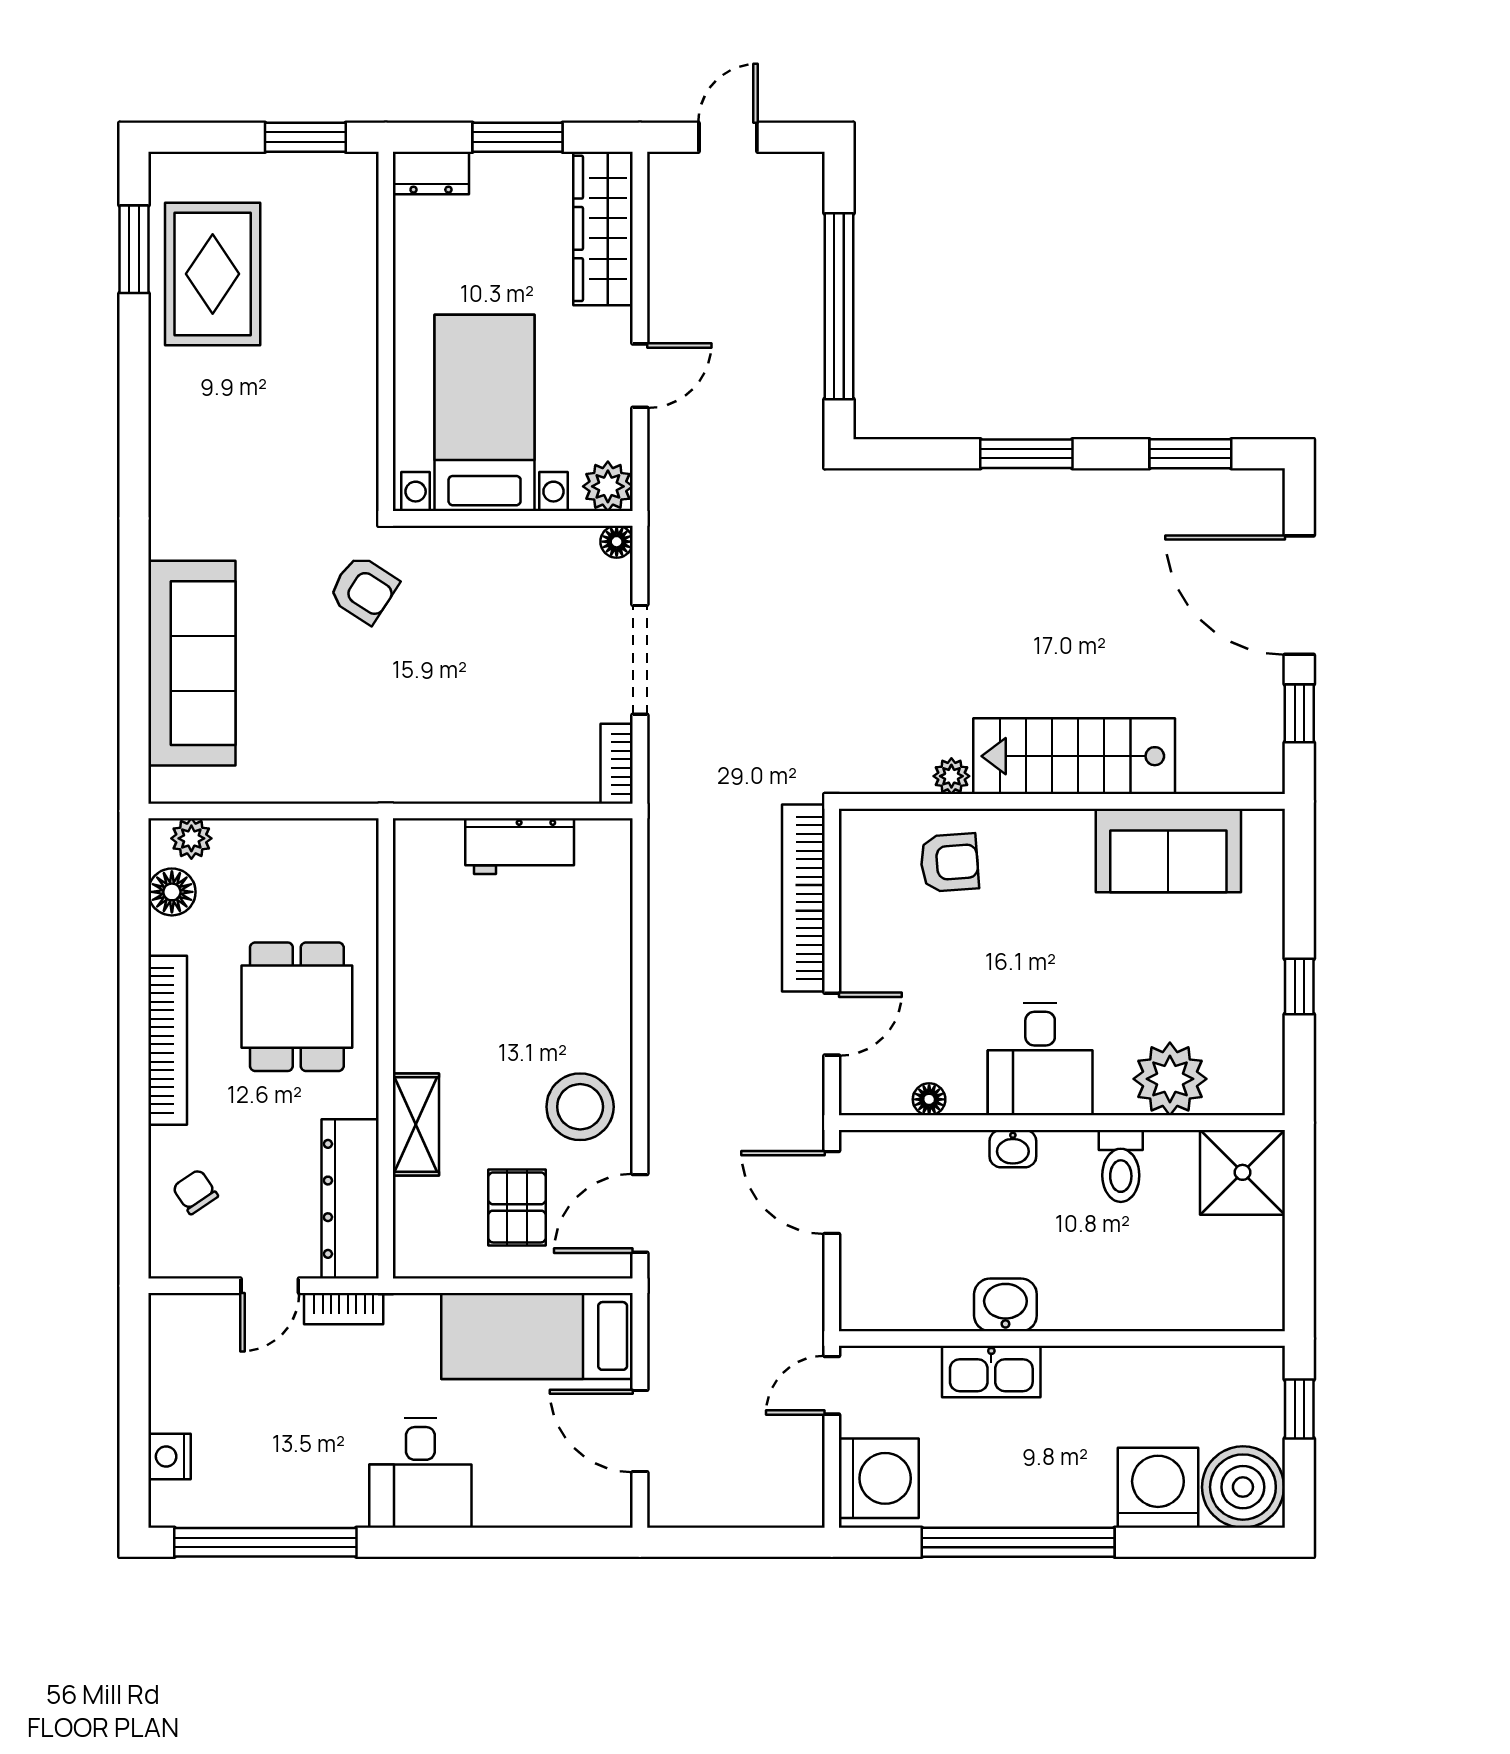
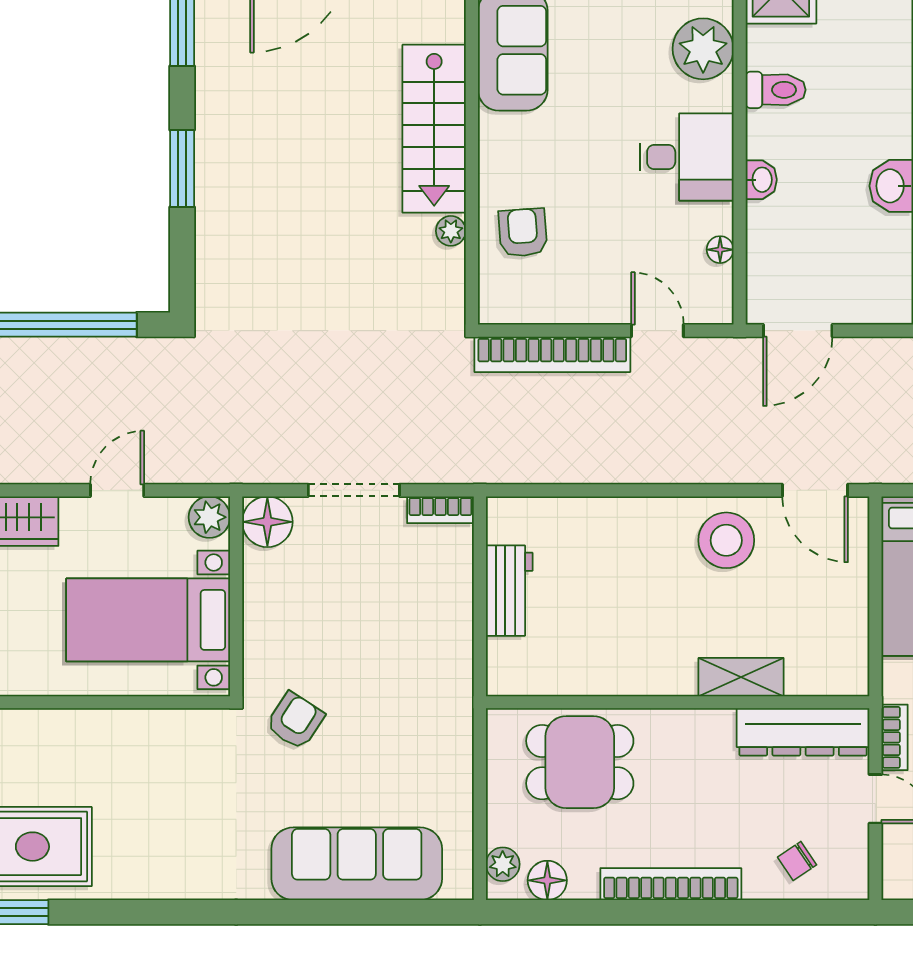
door: (640, 376) -> (117, 490), hinge flipped
floor lamp: (617, 542) -> (267, 522), width x1.89, depth x1.89
dining table: (297, 1007) -> (580, 762), moved
pallet: (517, 1207) -> (810, 593), removed

